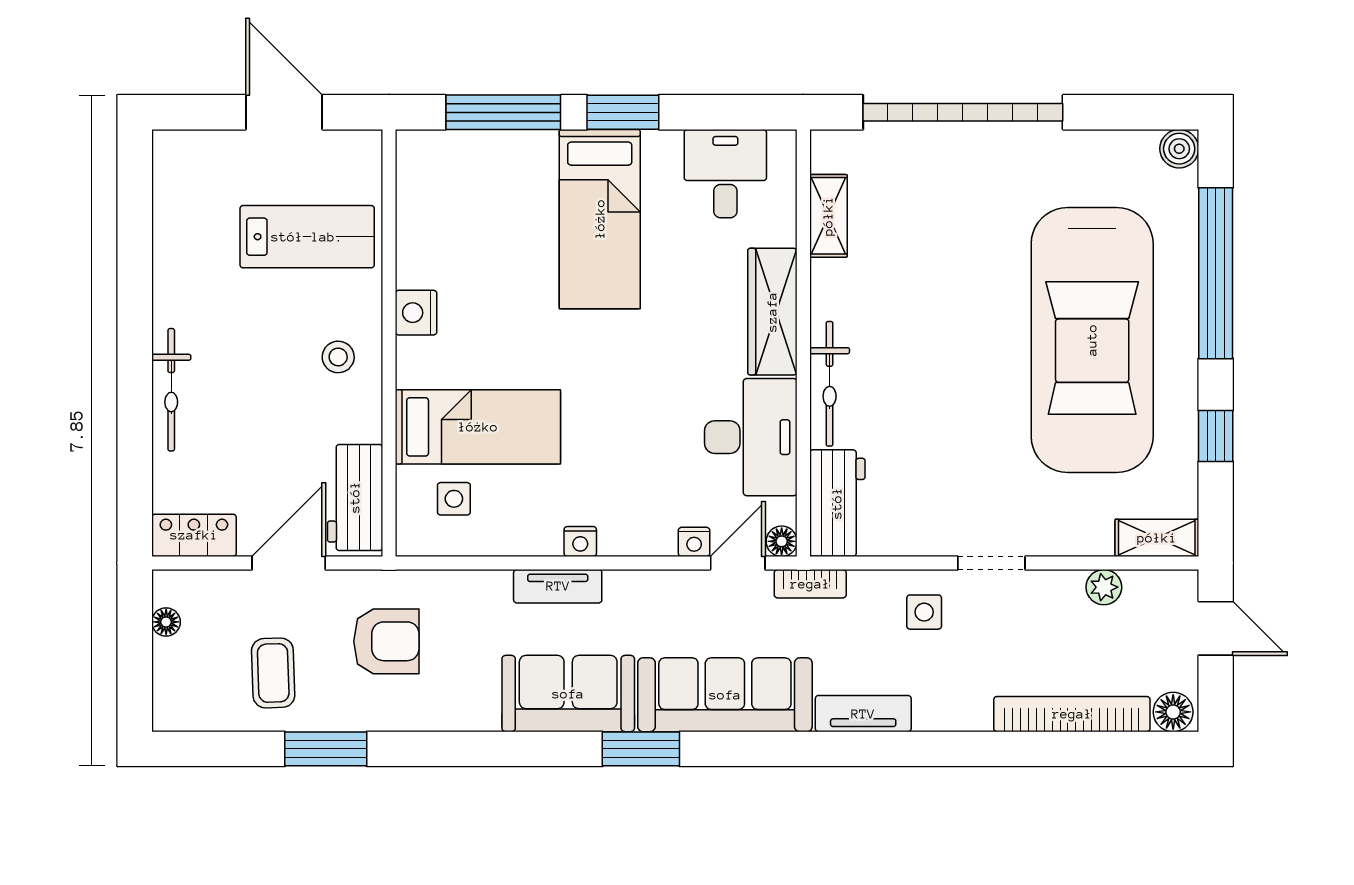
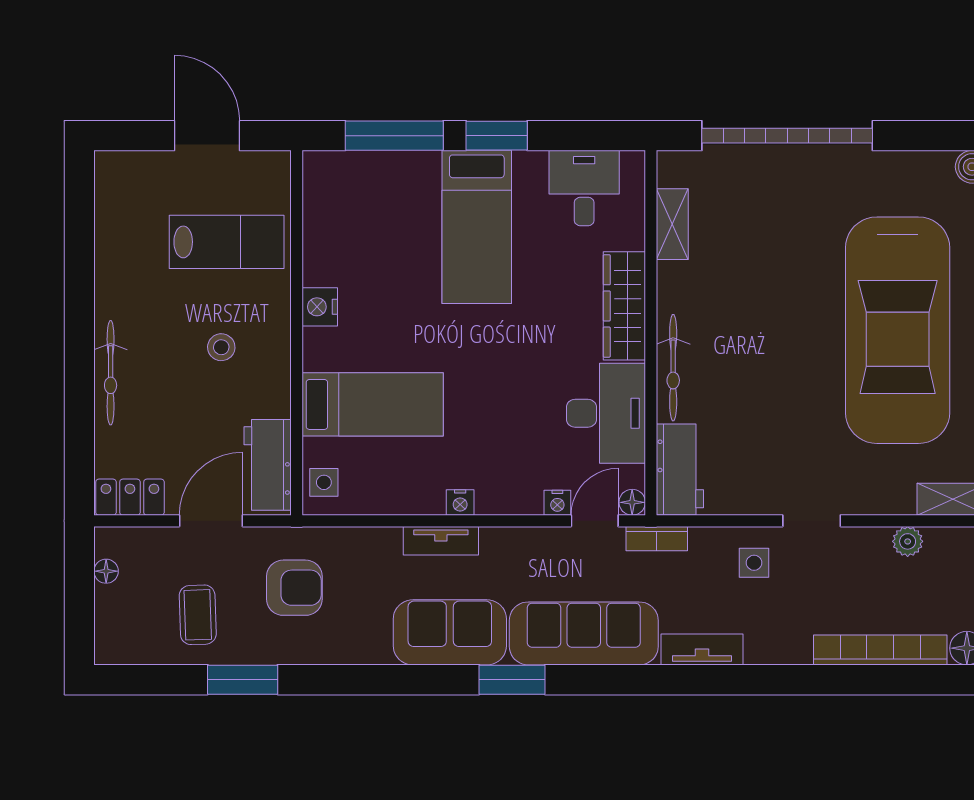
stool: (338, 357) -> (221, 347), moved
side table: (454, 499) -> (324, 482), moved

